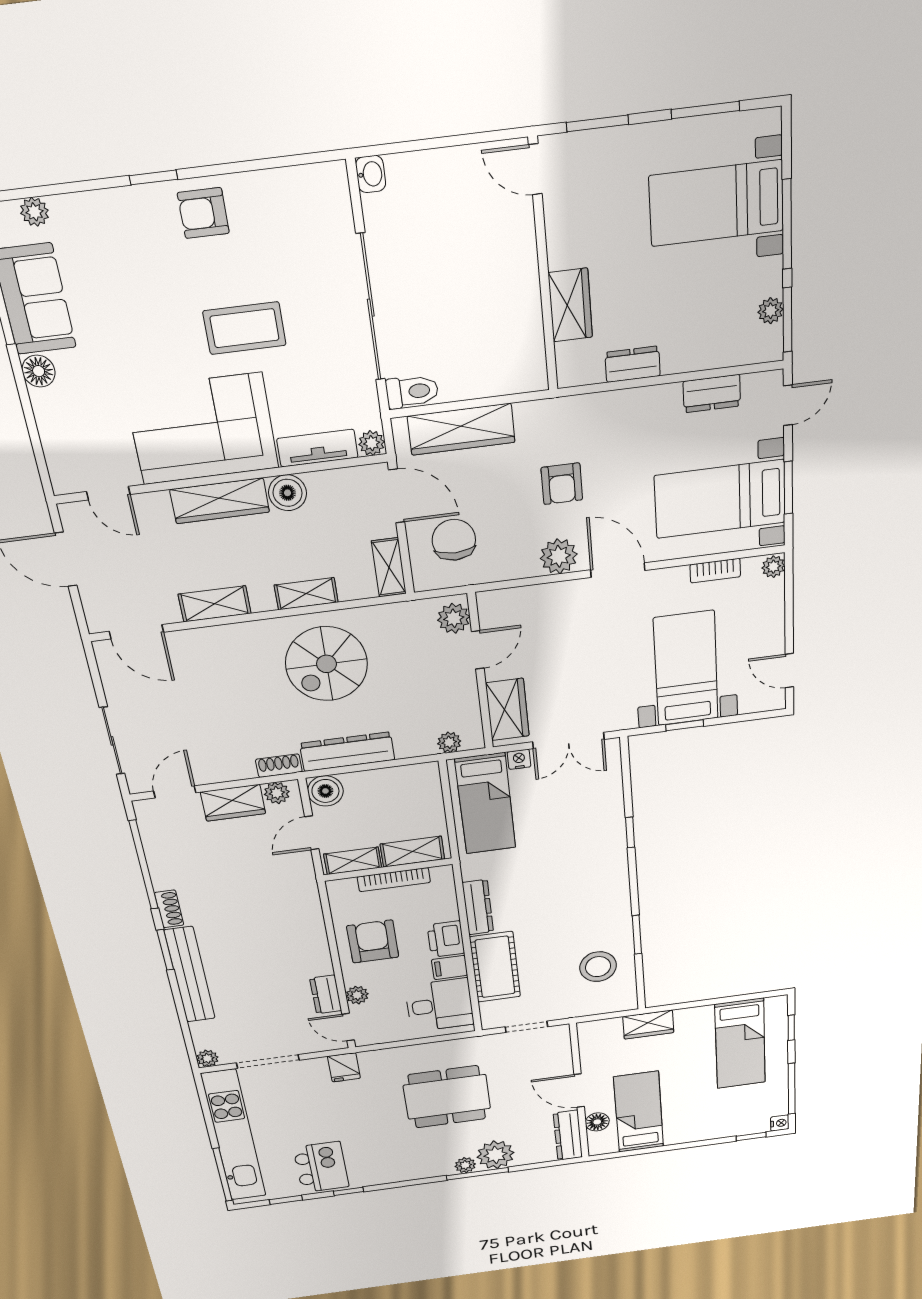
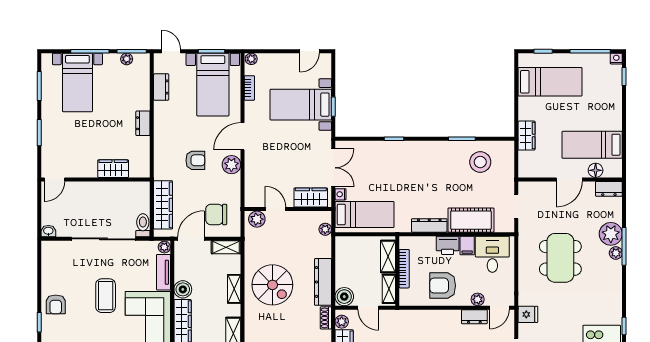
door: (535, 169) -> (54, 179), moved
wall: (543, 268) -> (96, 179), moved
wardrobe: (570, 305) -> (113, 169), moved
dresser: (568, 1135) -> (609, 189), width x0.70

